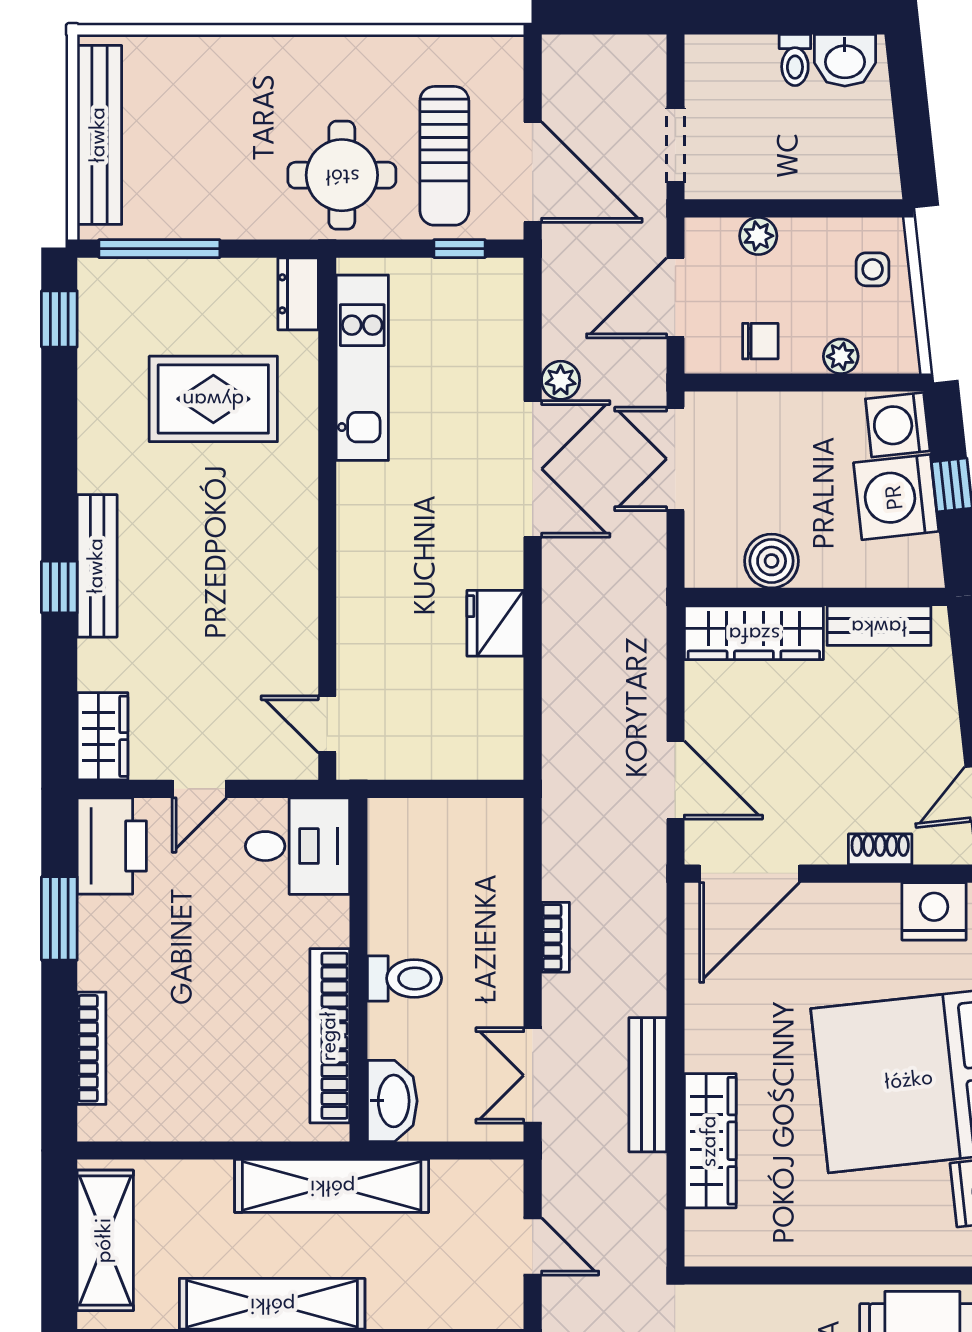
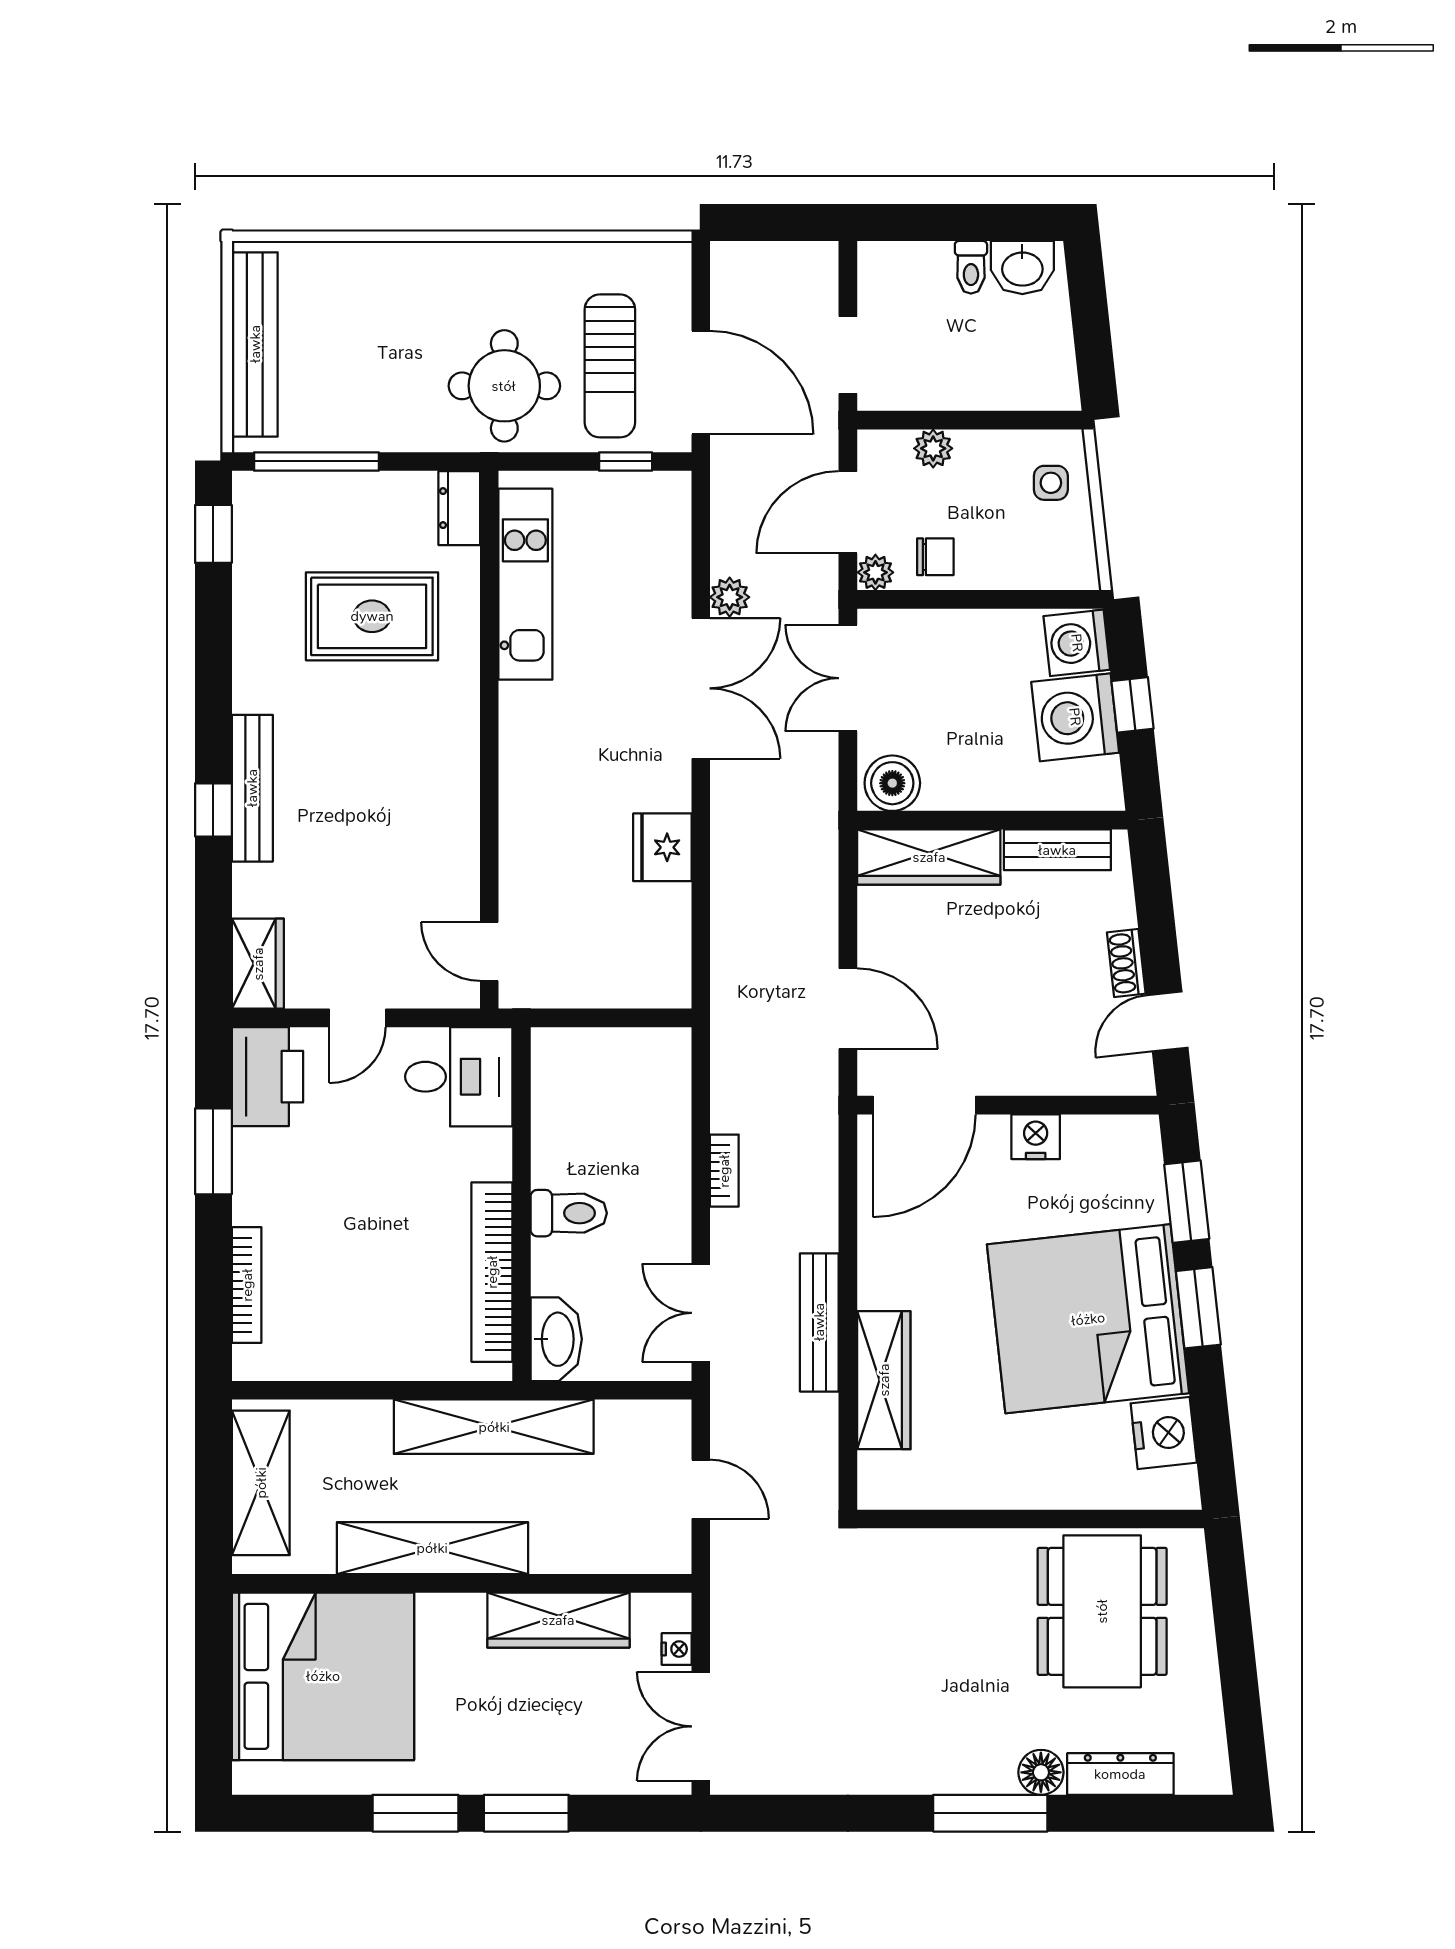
plant: (841, 356) -> (875, 572), moved
boiler: (772, 561) -> (892, 783), moved
shoe rack: (880, 849) -> (1126, 963), moved, turned -96
nightstand: (934, 911) -> (1036, 1137), moved, width x0.74, depth x0.75

